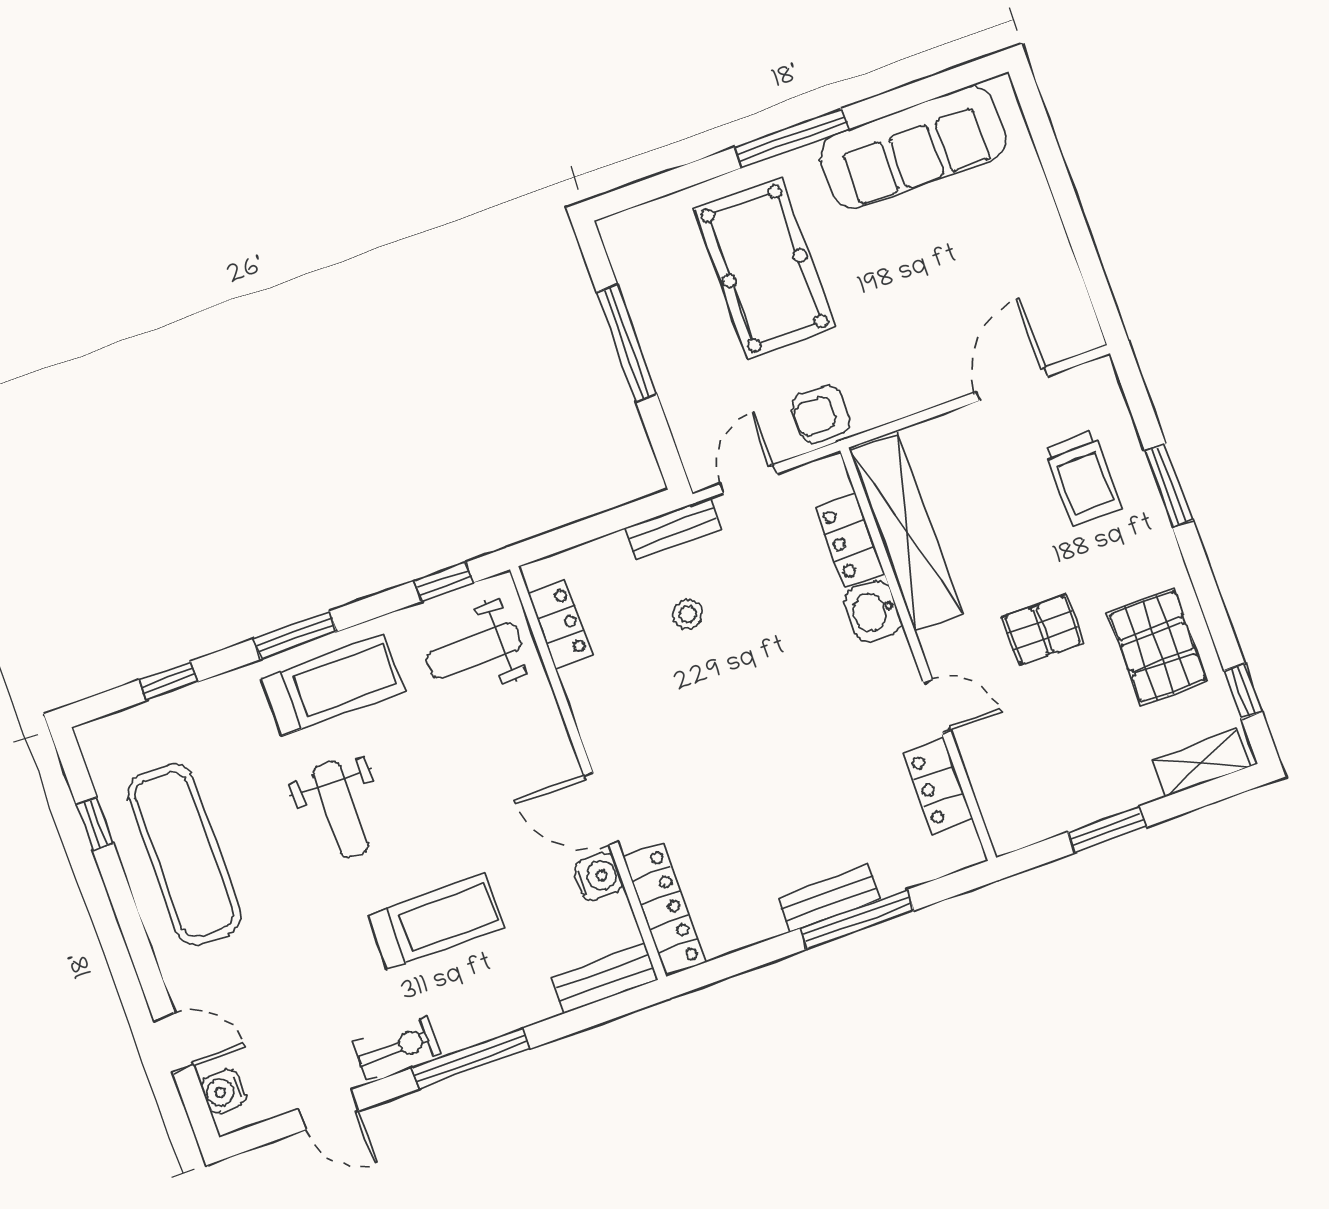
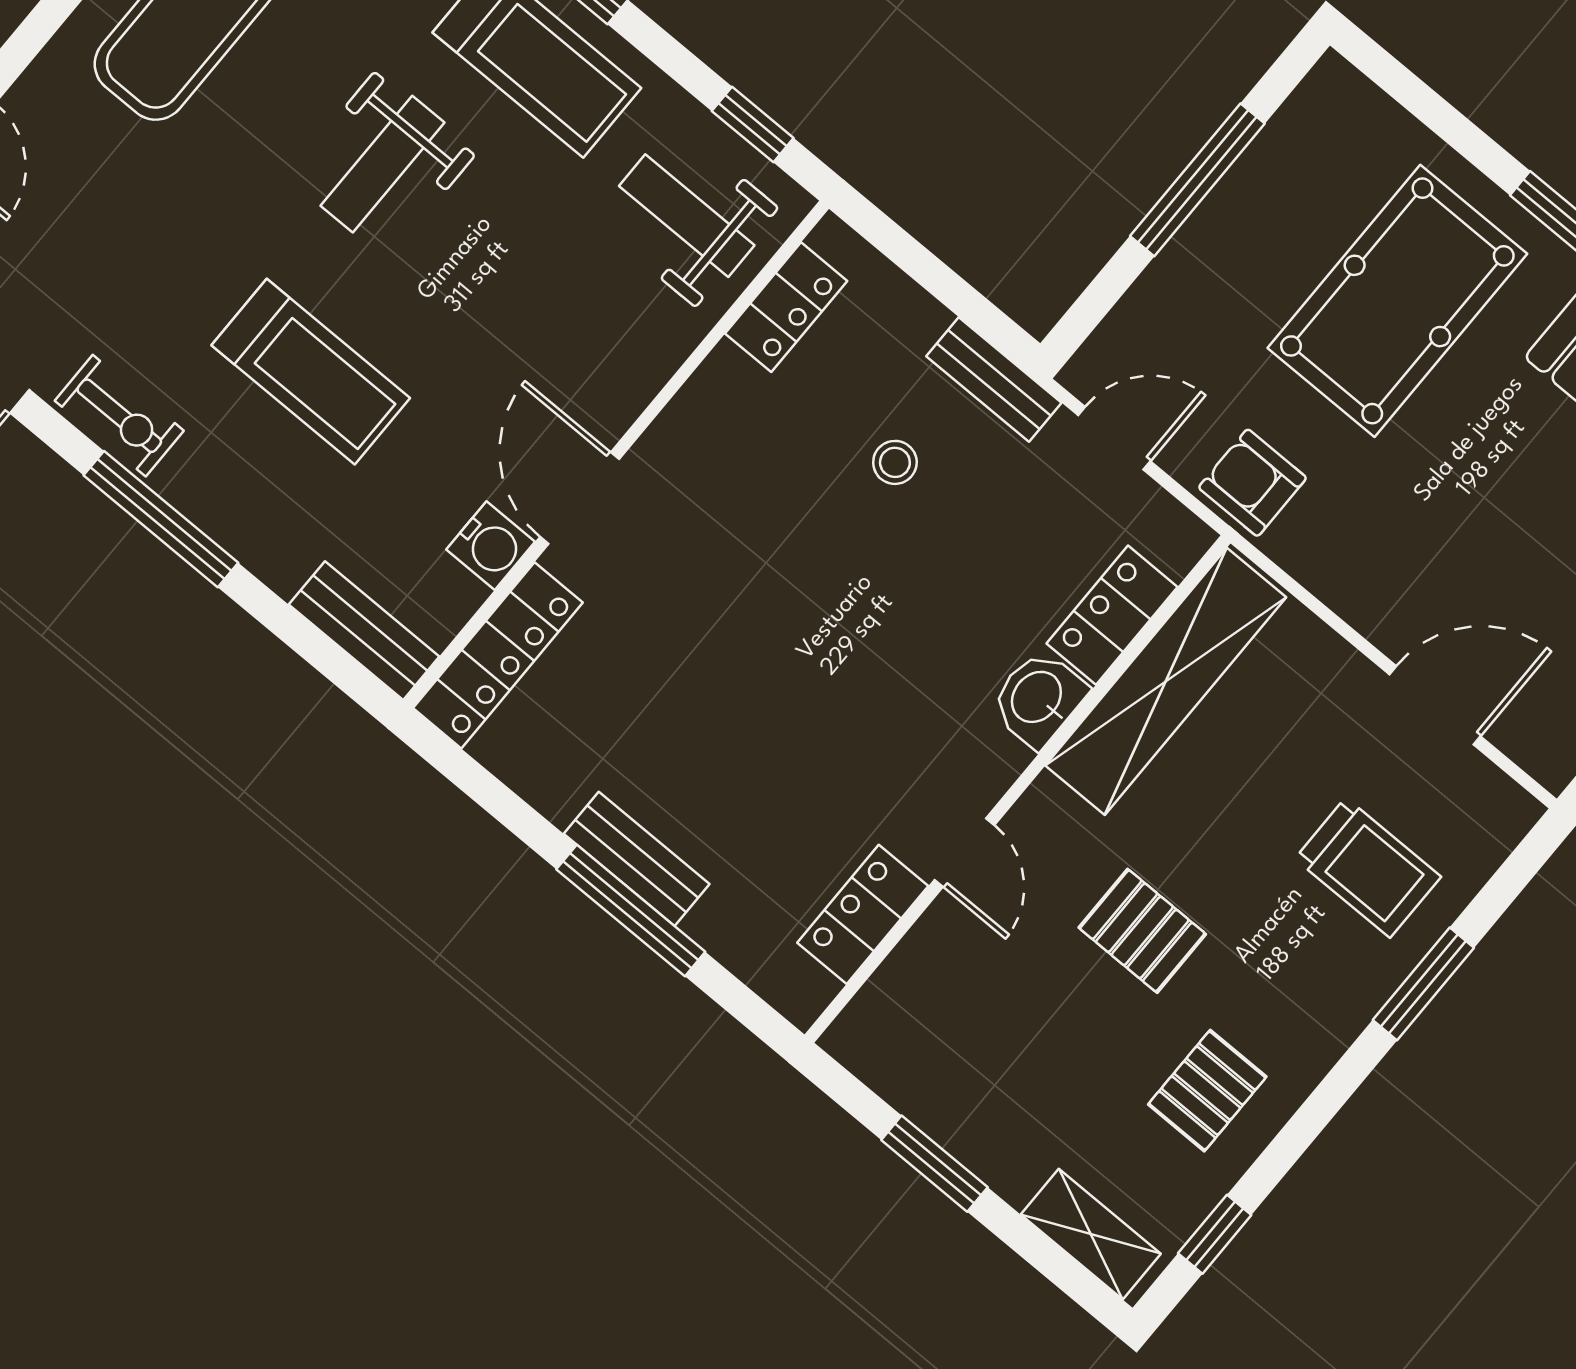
trolley: (1083, 478) -> (1368, 868), turned -89
pallet: (1157, 647) -> (1207, 1091), width x0.67, depth x0.71

